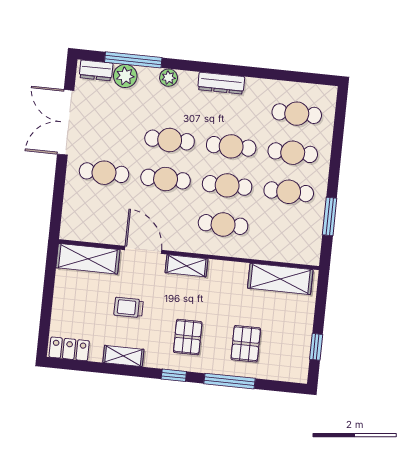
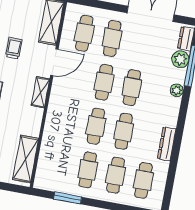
dresser: (221, 83) -> (167, 144), moved
cafe table: (223, 224) -> (84, 33), moved

